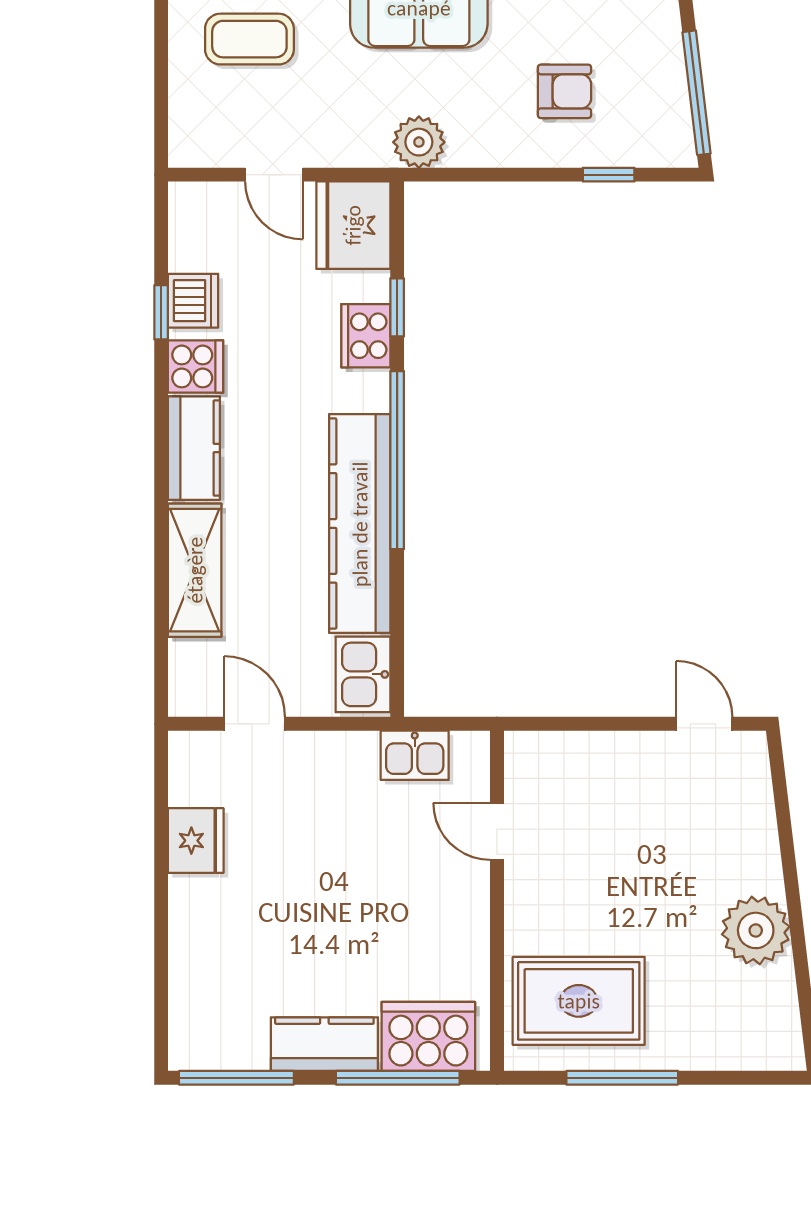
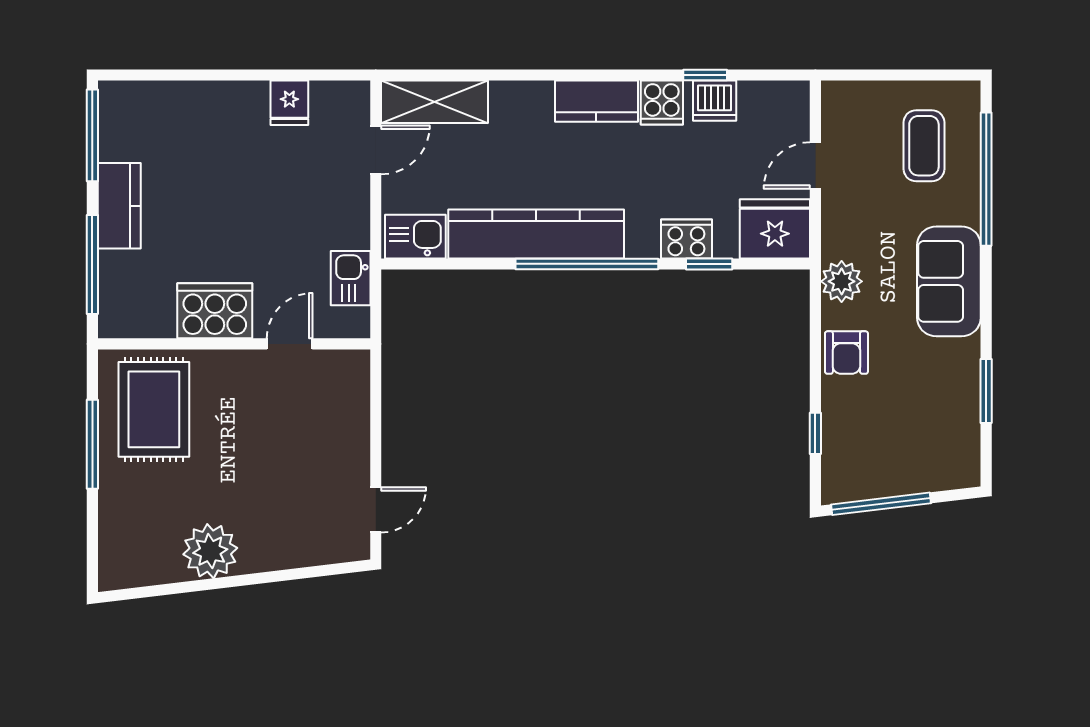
armchair: (564, 91) -> (846, 353), moved
shelving: (195, 570) -> (435, 102), moved
fridge: (196, 841) -> (289, 103), width x0.72
cooker: (428, 1036) -> (215, 311), moved, turned -90

